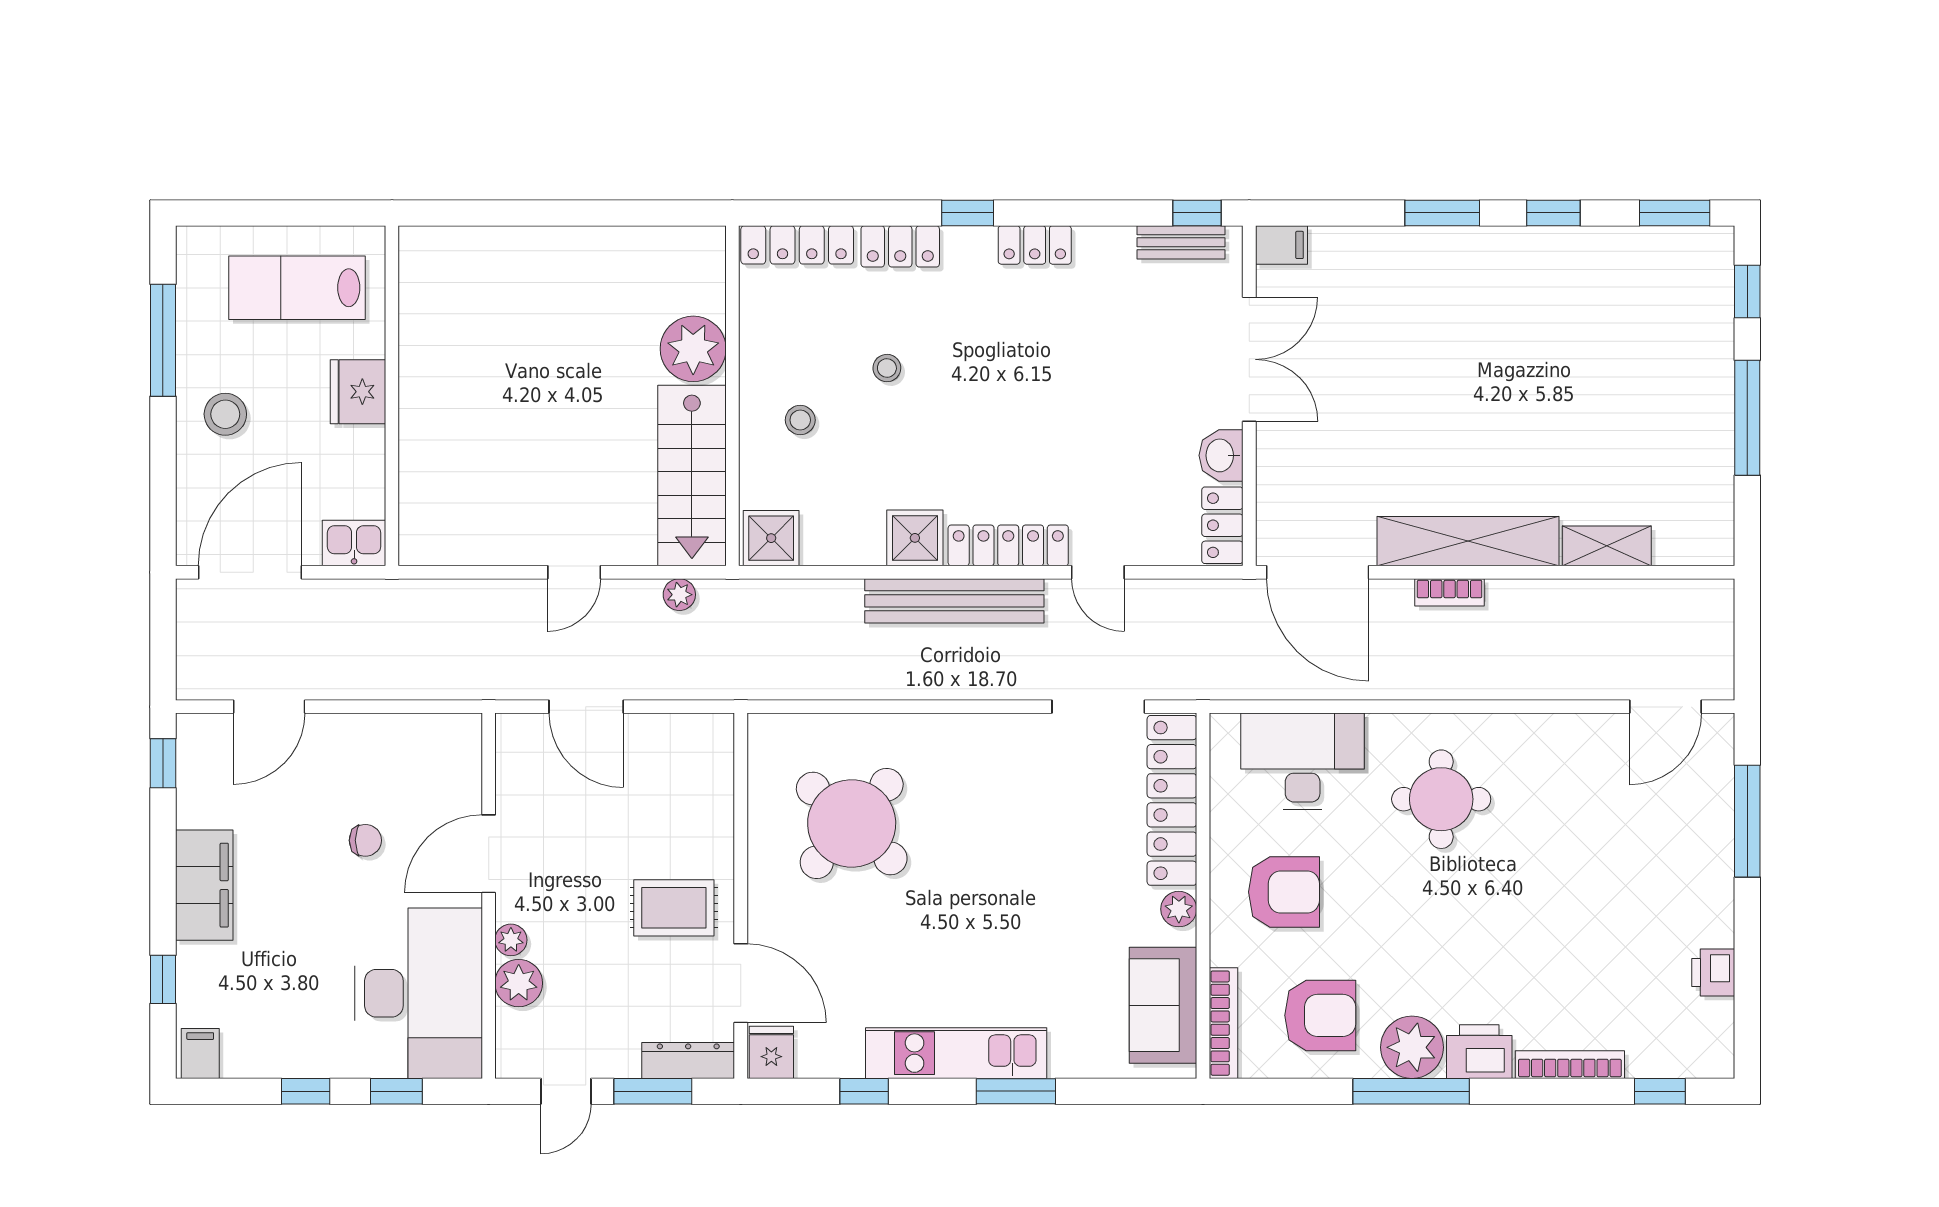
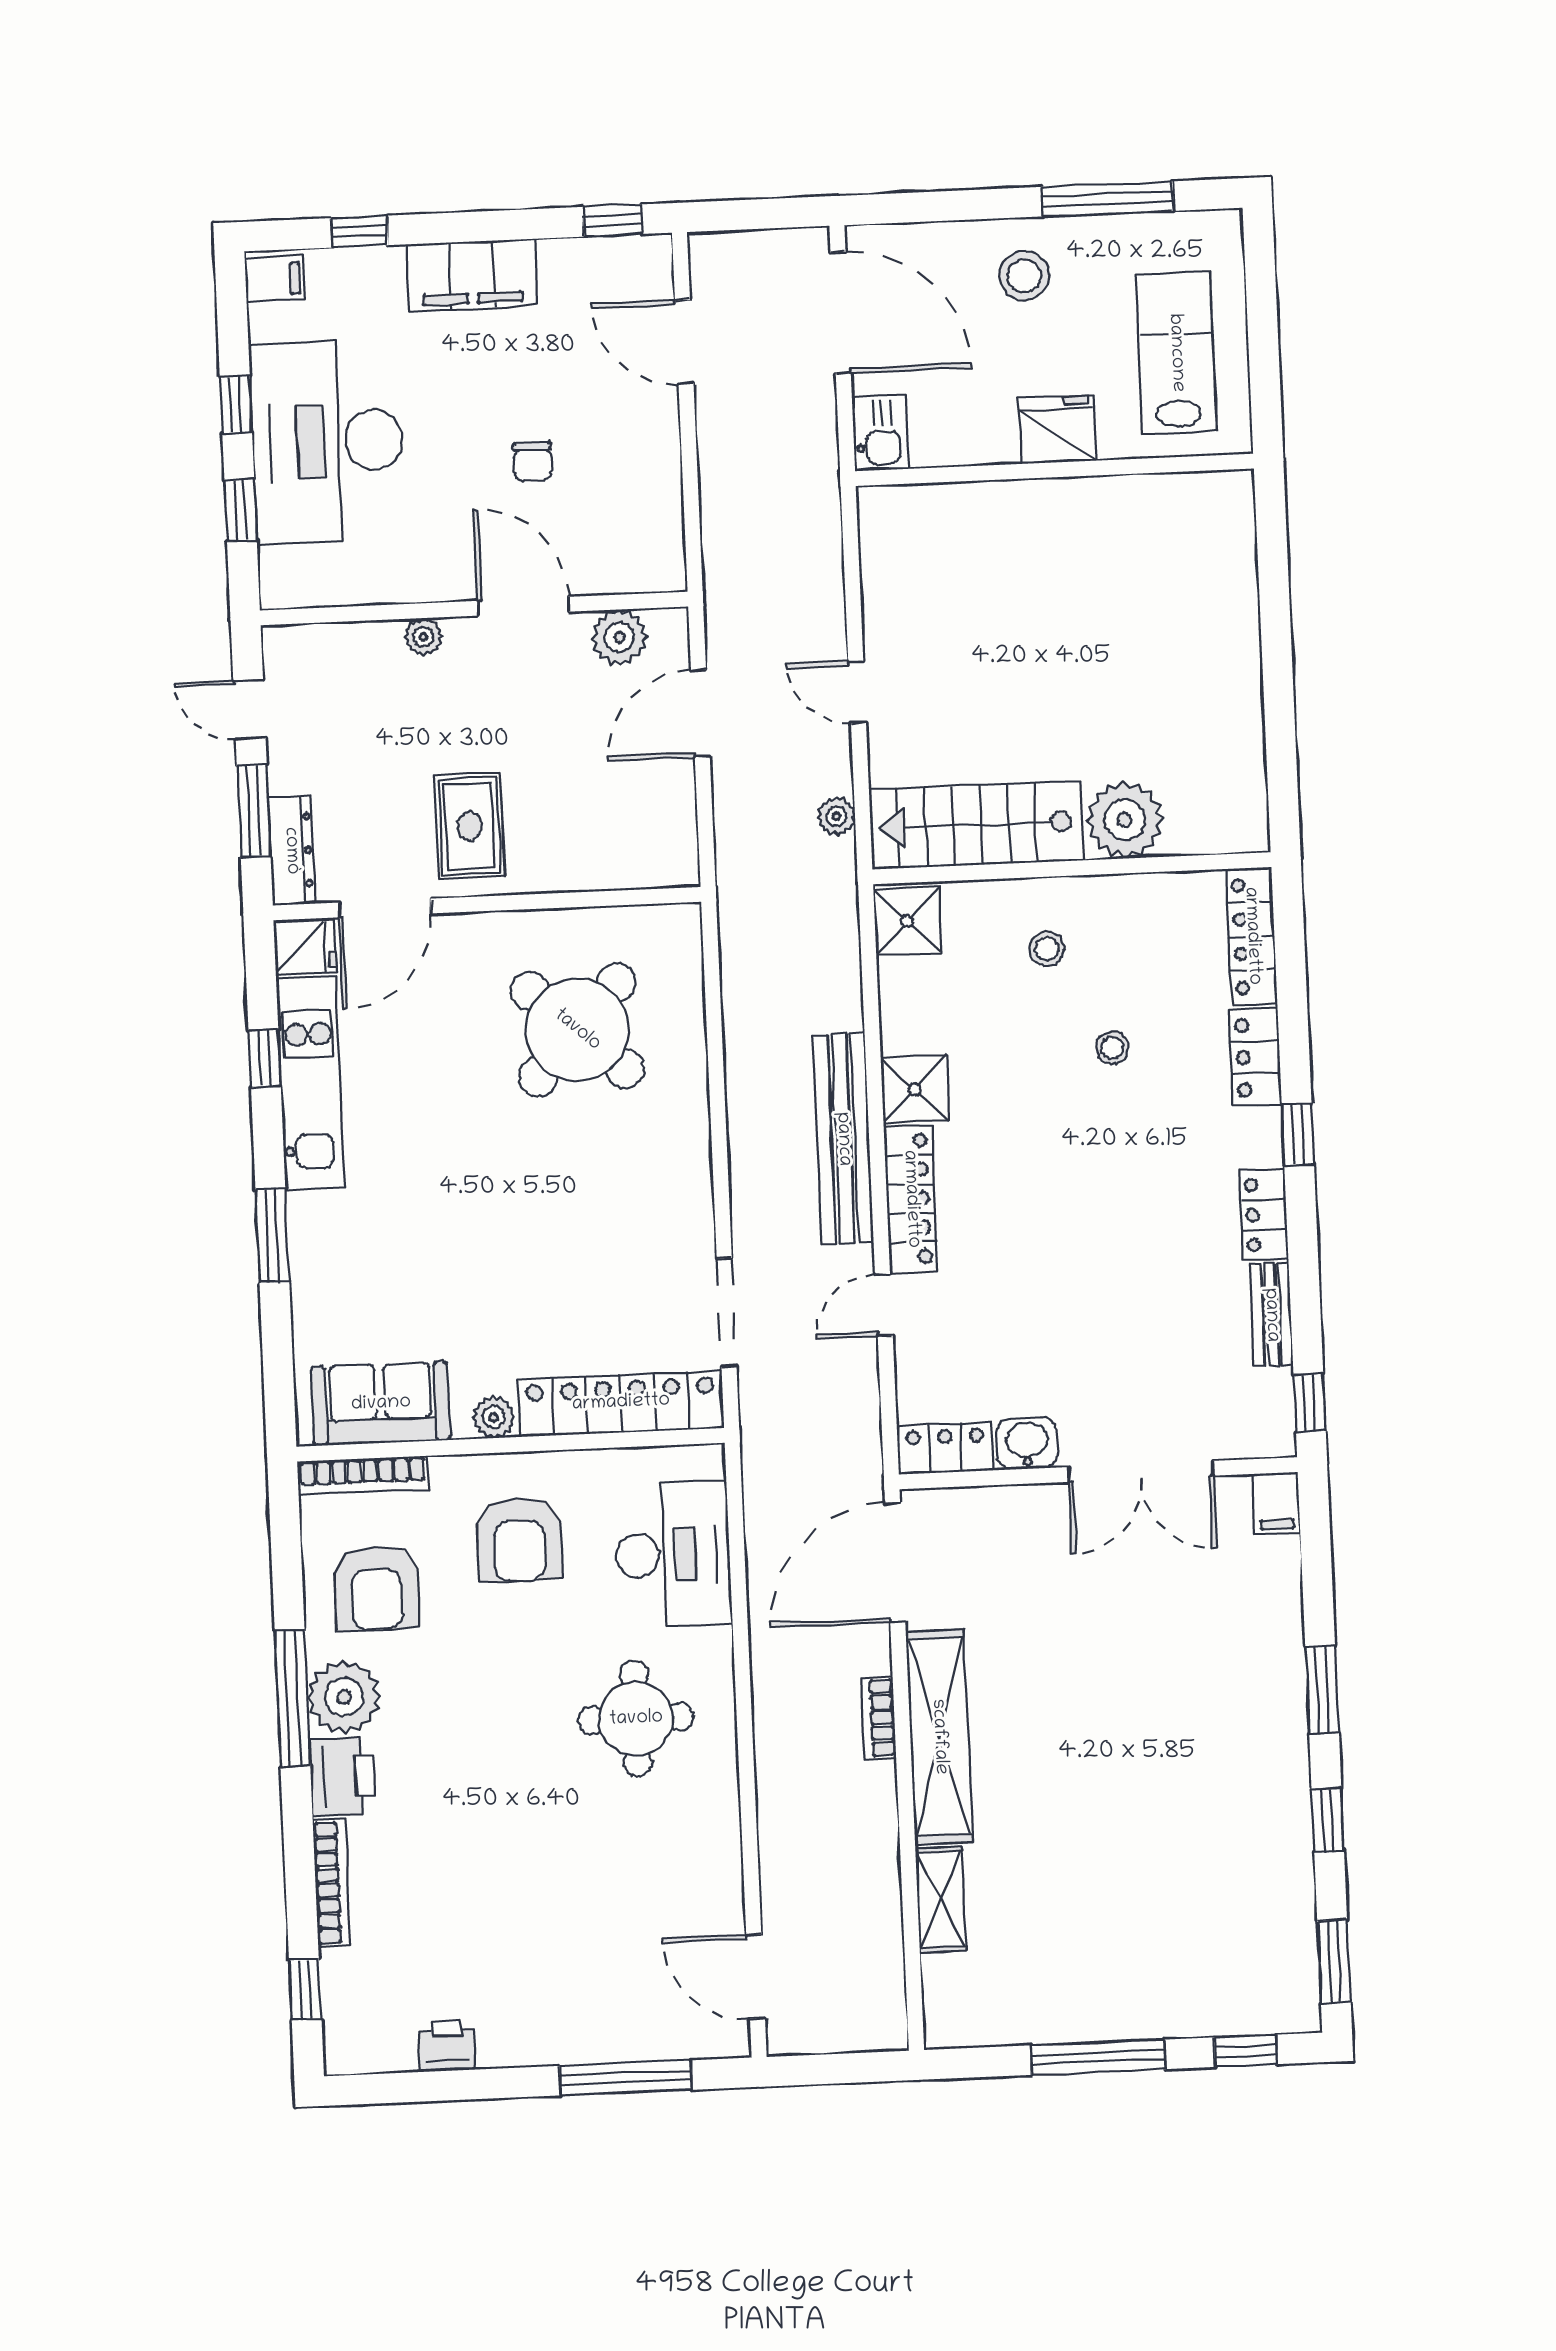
bench: (1181, 242) -> (1271, 1315), moved
plant: (519, 983) -> (619, 637), moved
desk: (418, 993) -> (327, 441), moved, turned 90
kitchen unit: (956, 1053) -> (310, 1083), moved

